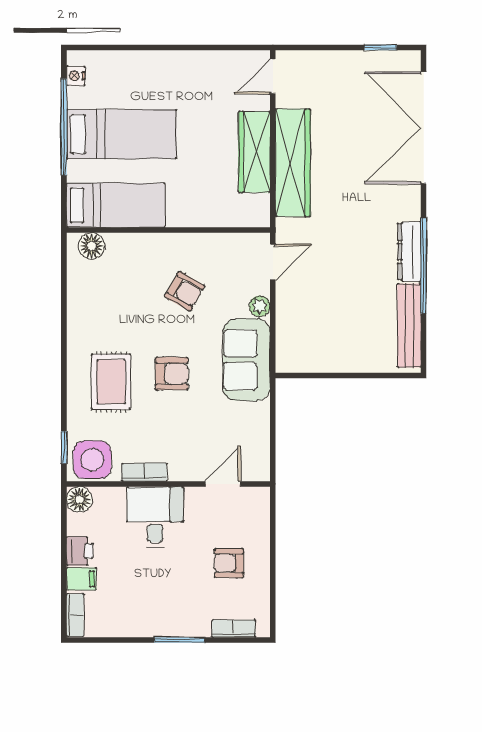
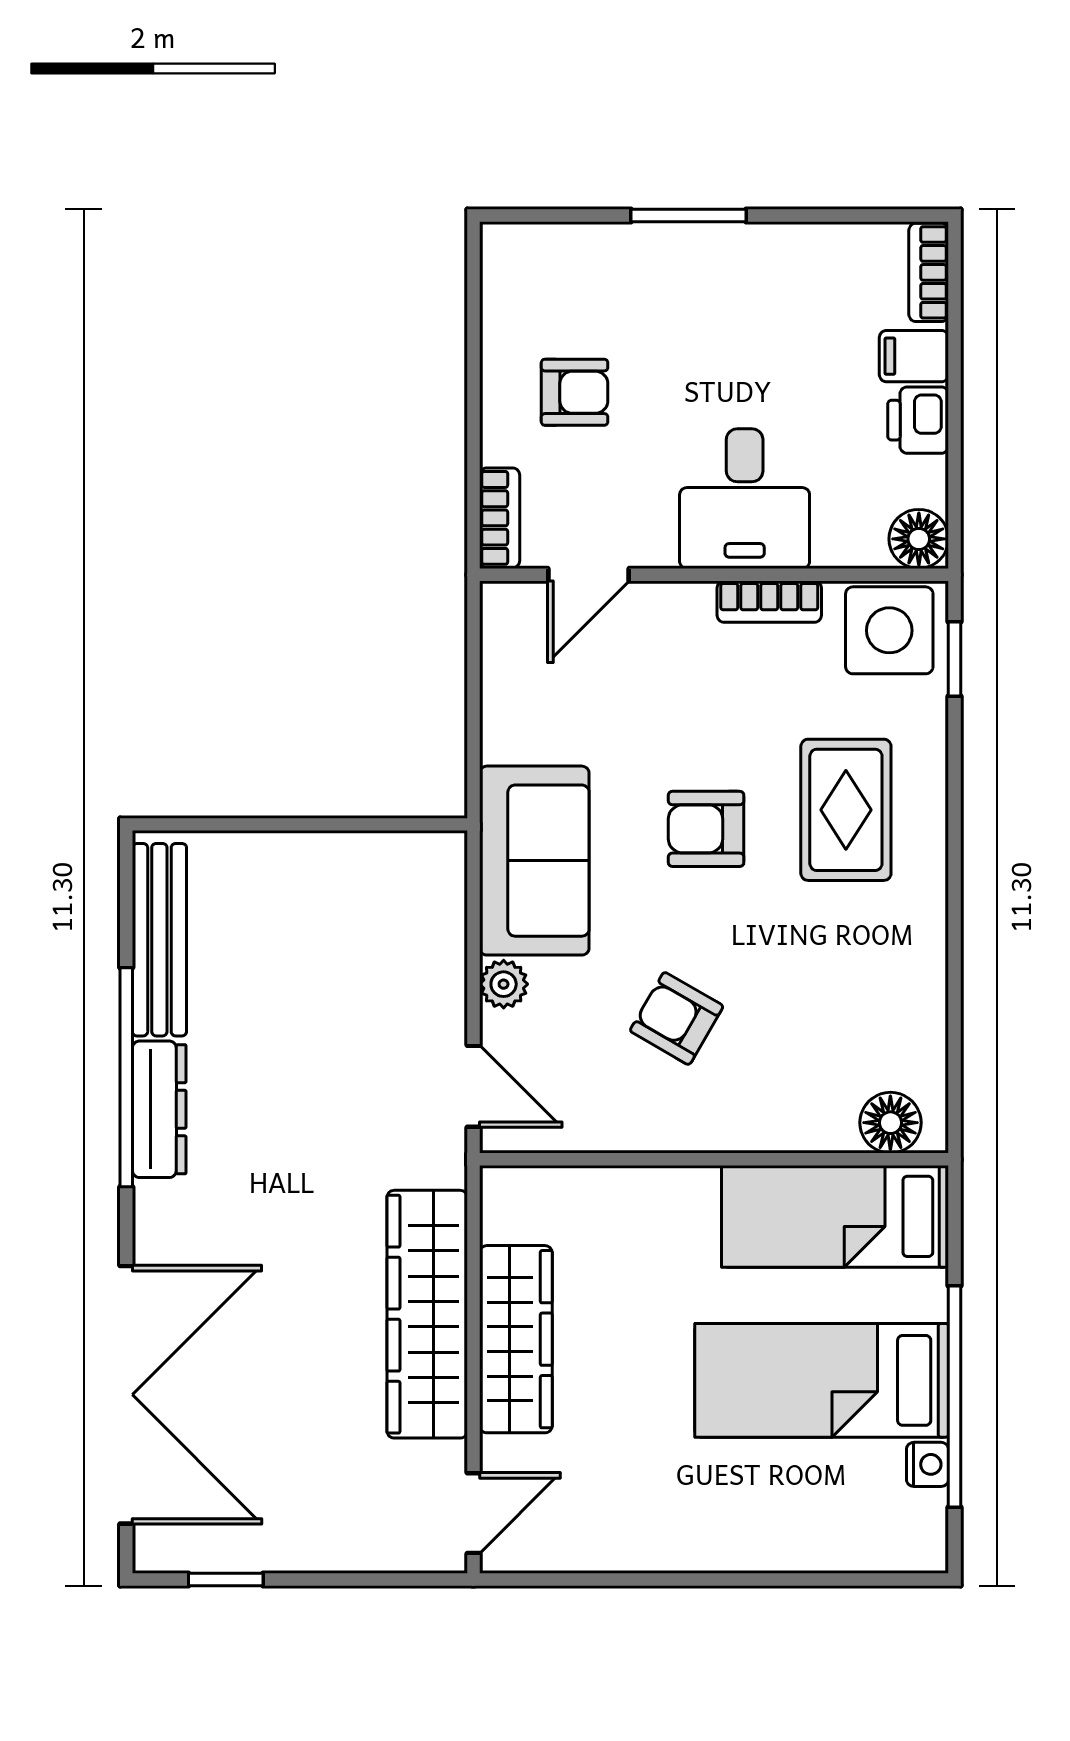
nightstand: (76, 76) -> (927, 1464), moved
door: (273, 262) -> (473, 1086), swing flipped
bookcase: (234, 629) -> (500, 518), moved, turned -90

